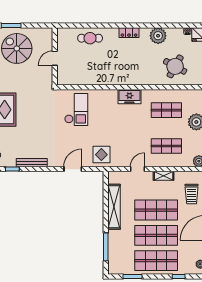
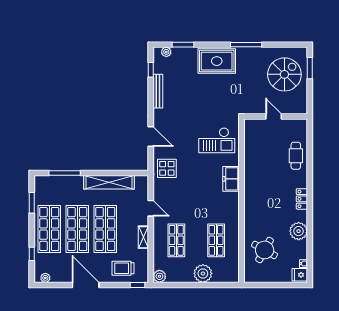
freezer: (129, 97) -> (231, 179), moved

